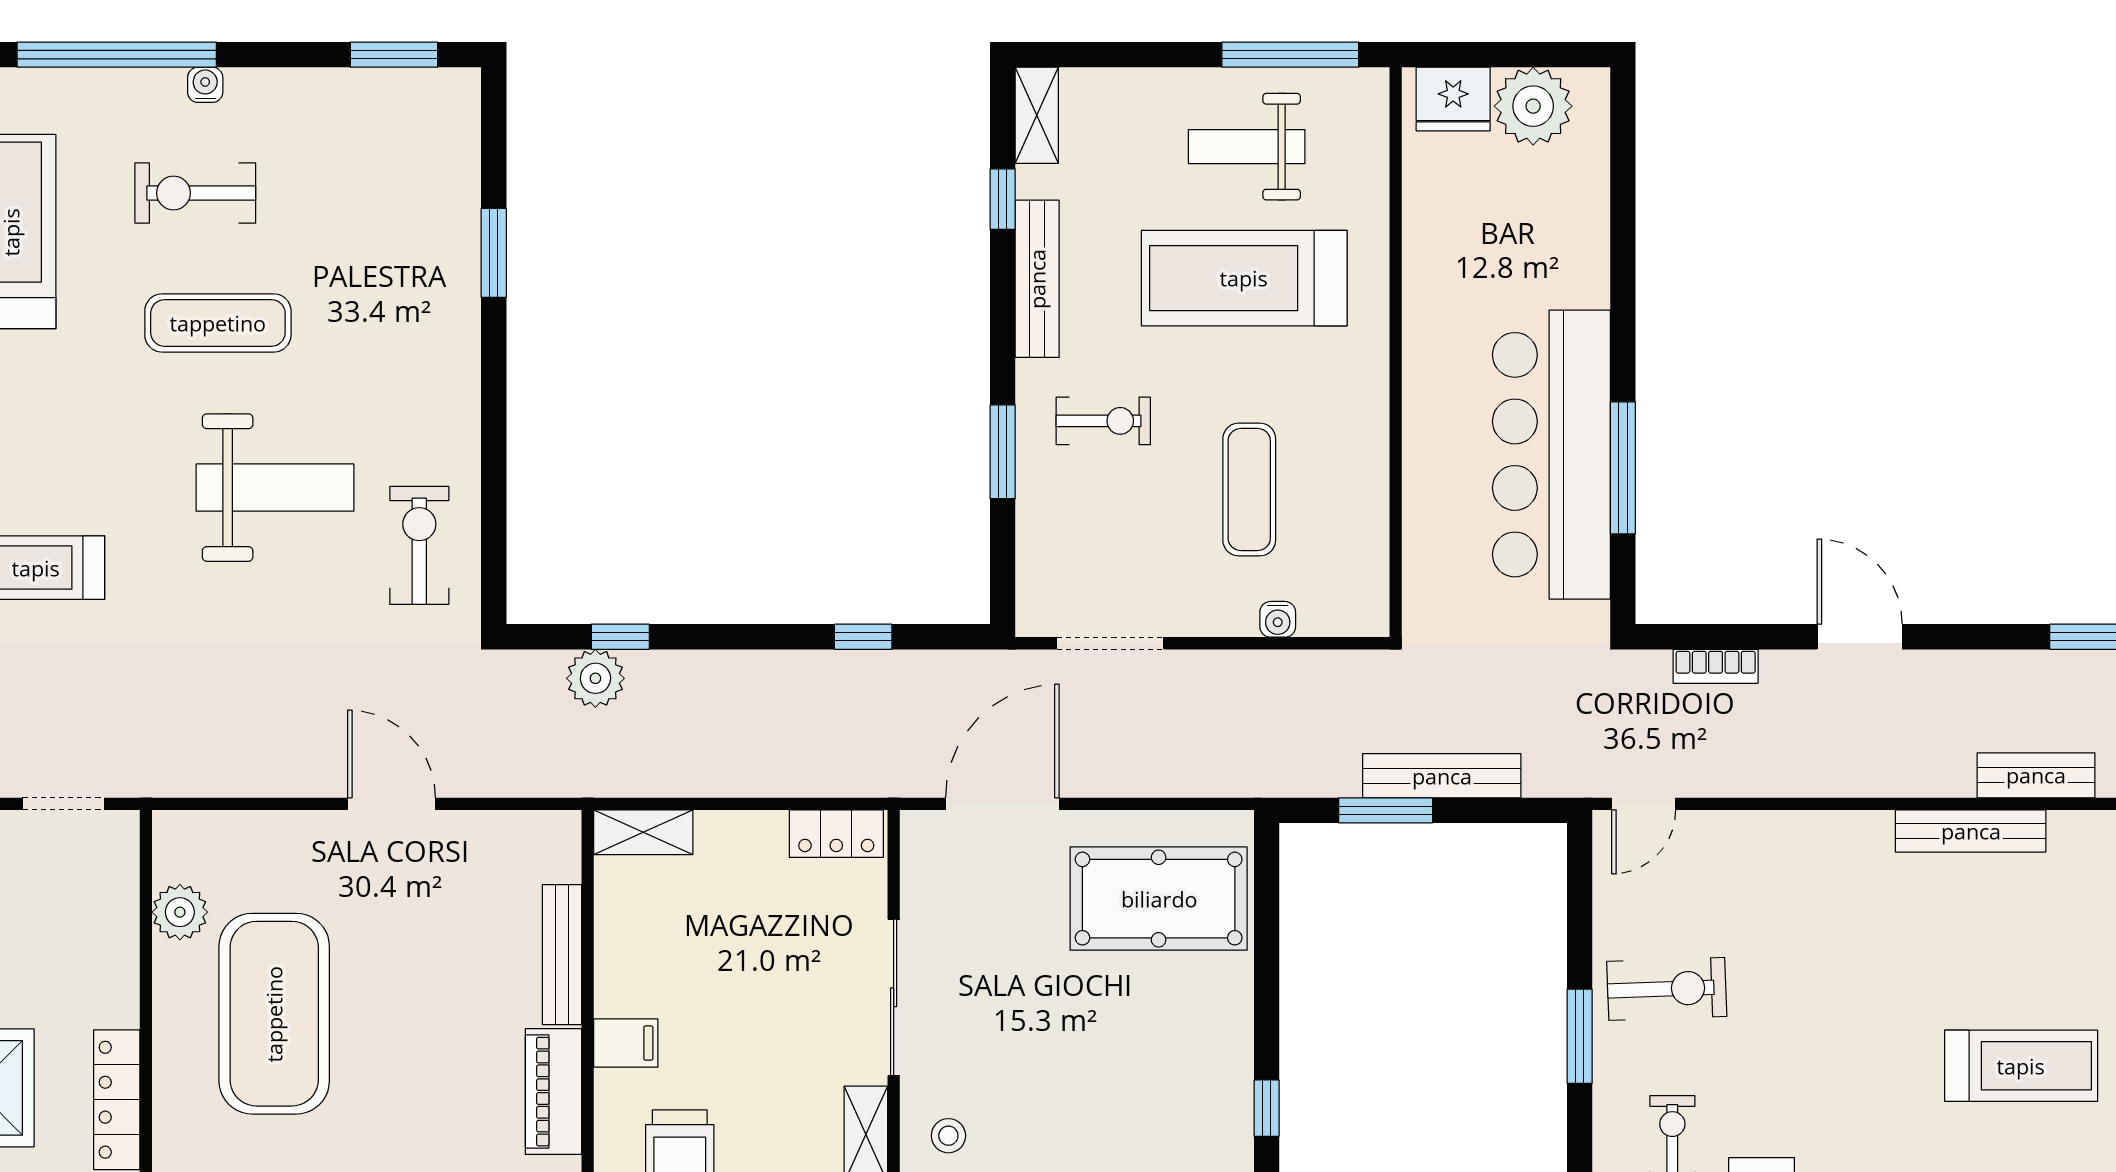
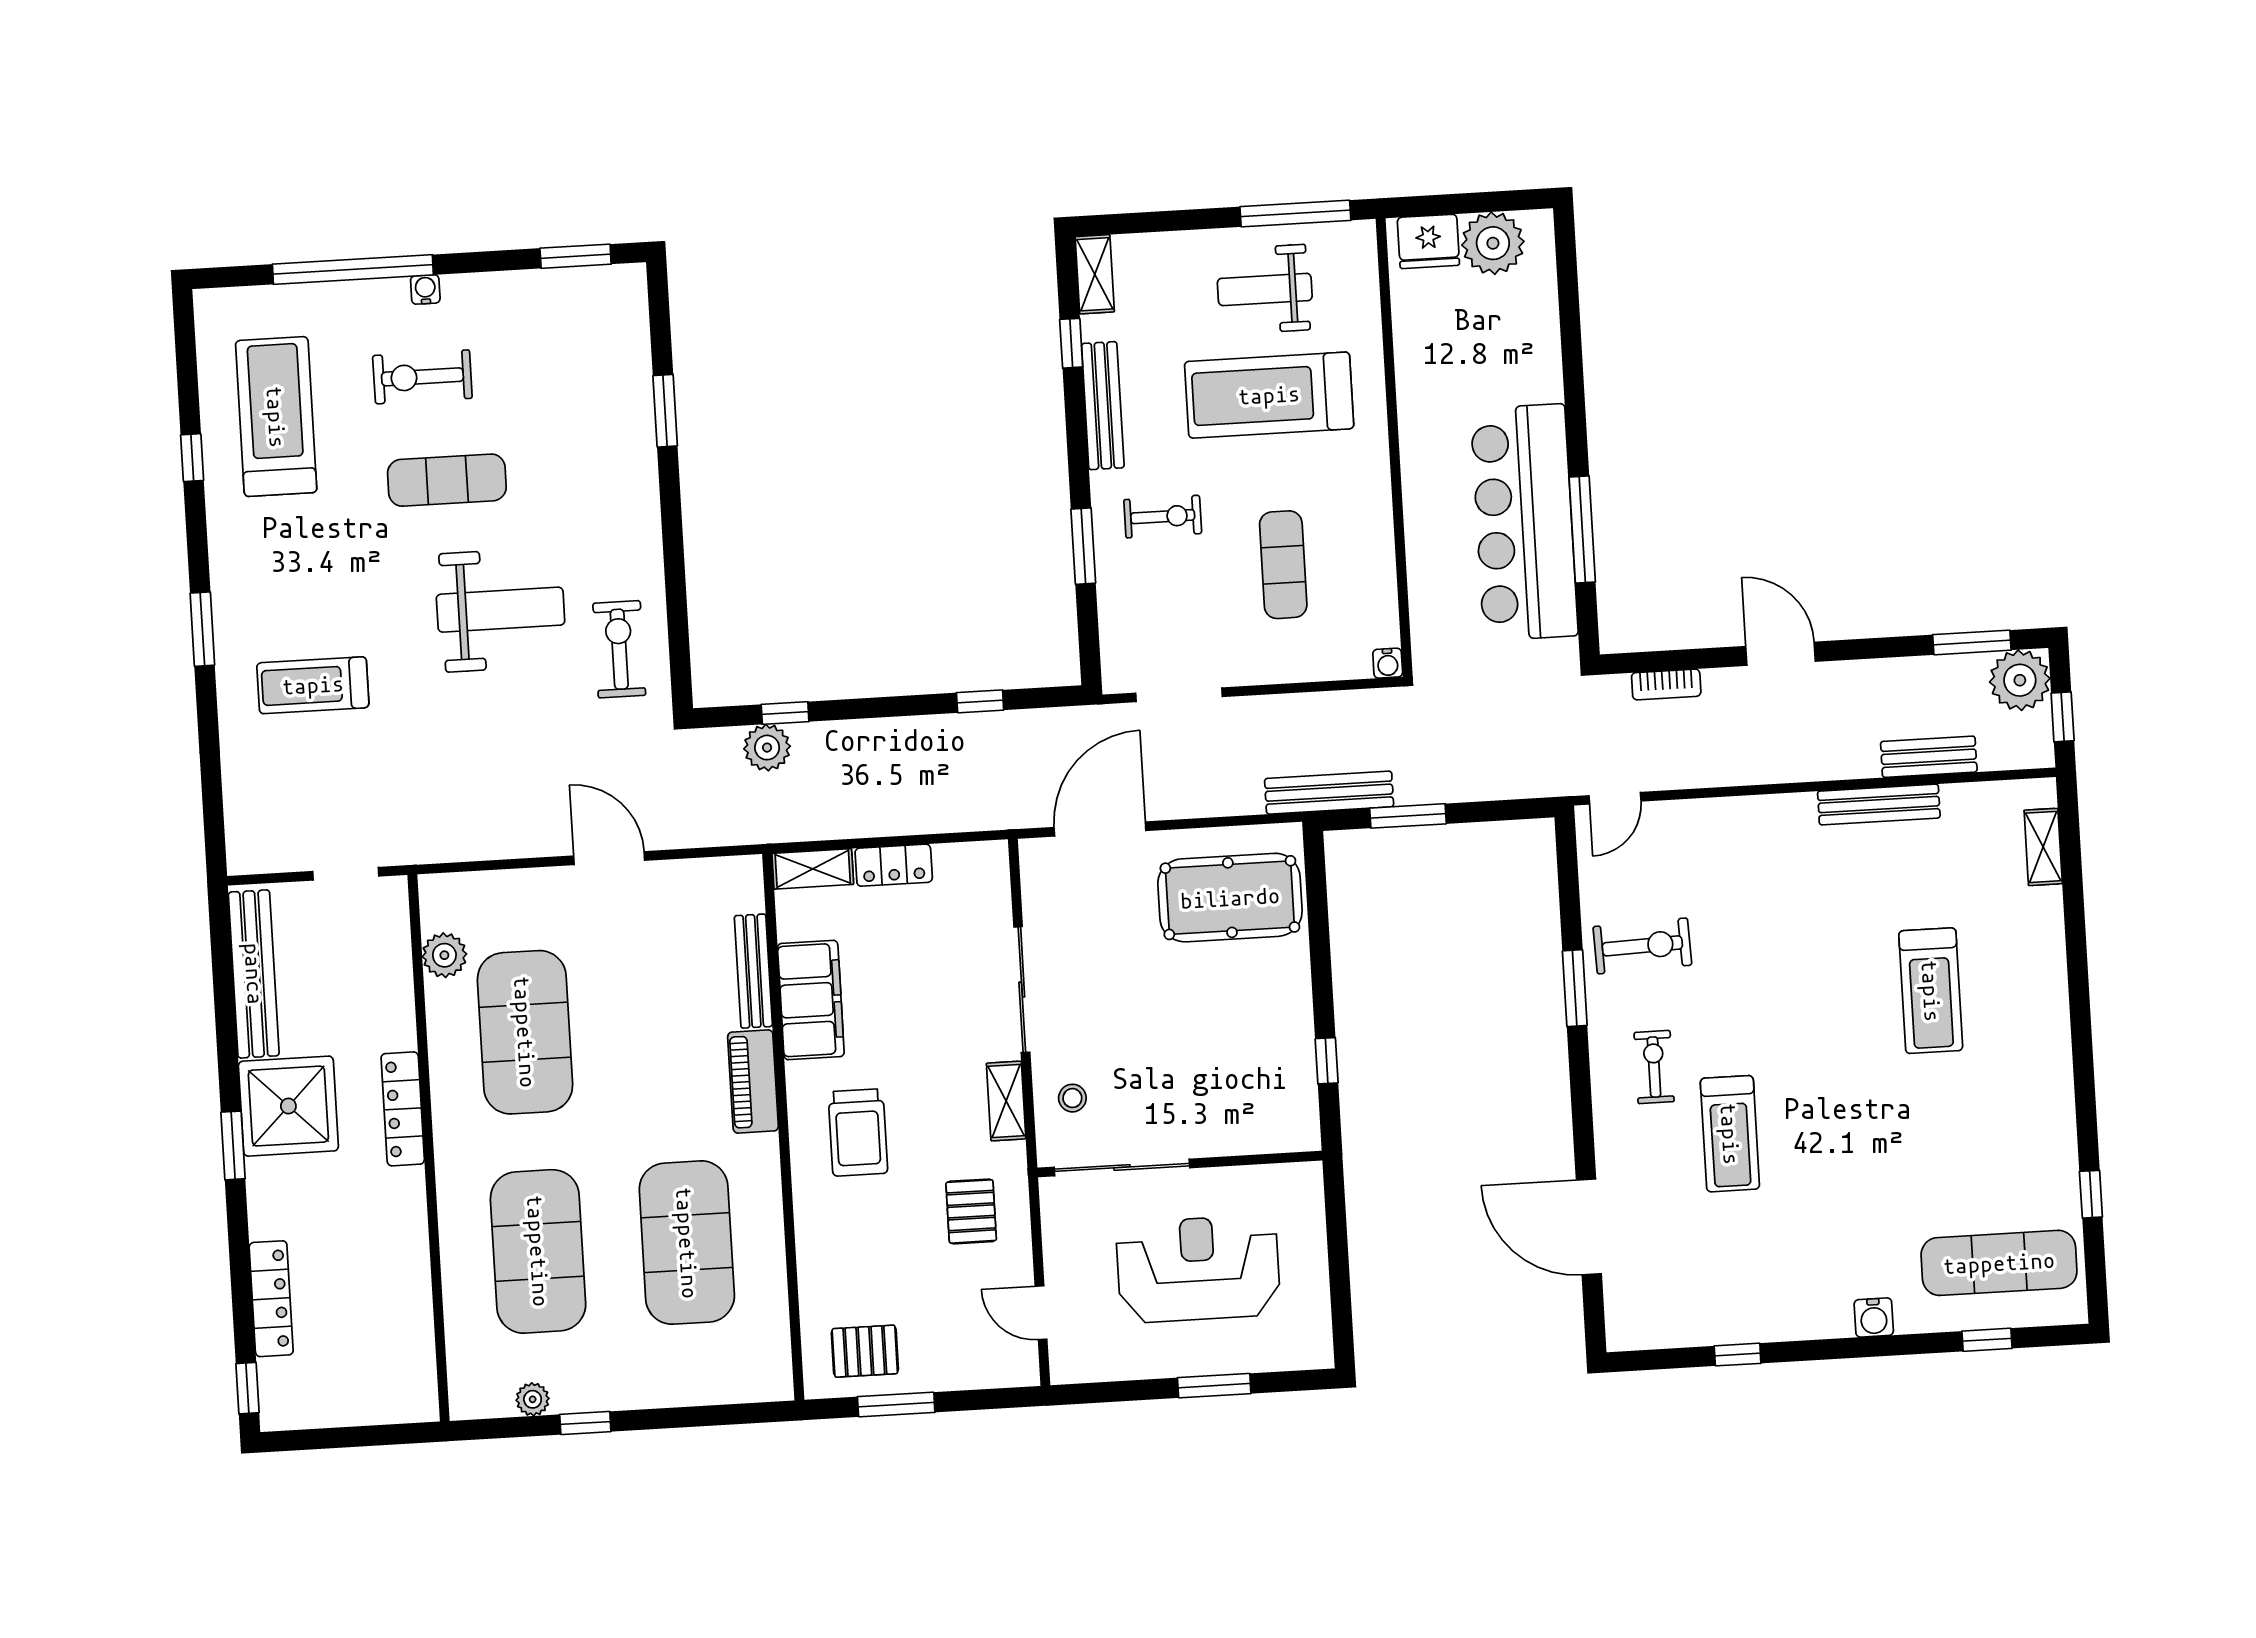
water cooler: (1278, 619) -> (1388, 663), moved
bench: (1442, 776) -> (1329, 793), moved
locker: (836, 834) -> (894, 865), moved
filing cabinet: (626, 1043) -> (811, 1000), width x3.00, depth x1.17
treadmill: (2021, 1066) -> (1931, 991), turned 90

